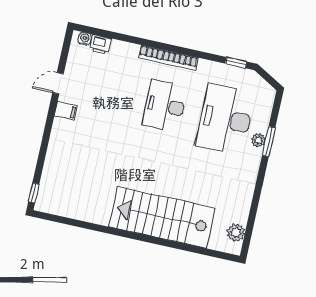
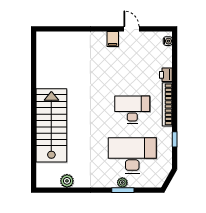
printer: (100, 45) -> (166, 75), moved
window: (236, 63) -> (175, 139), moved
window: (34, 193) -> (48, 29), removed
plant: (236, 233) -> (67, 181), moved

